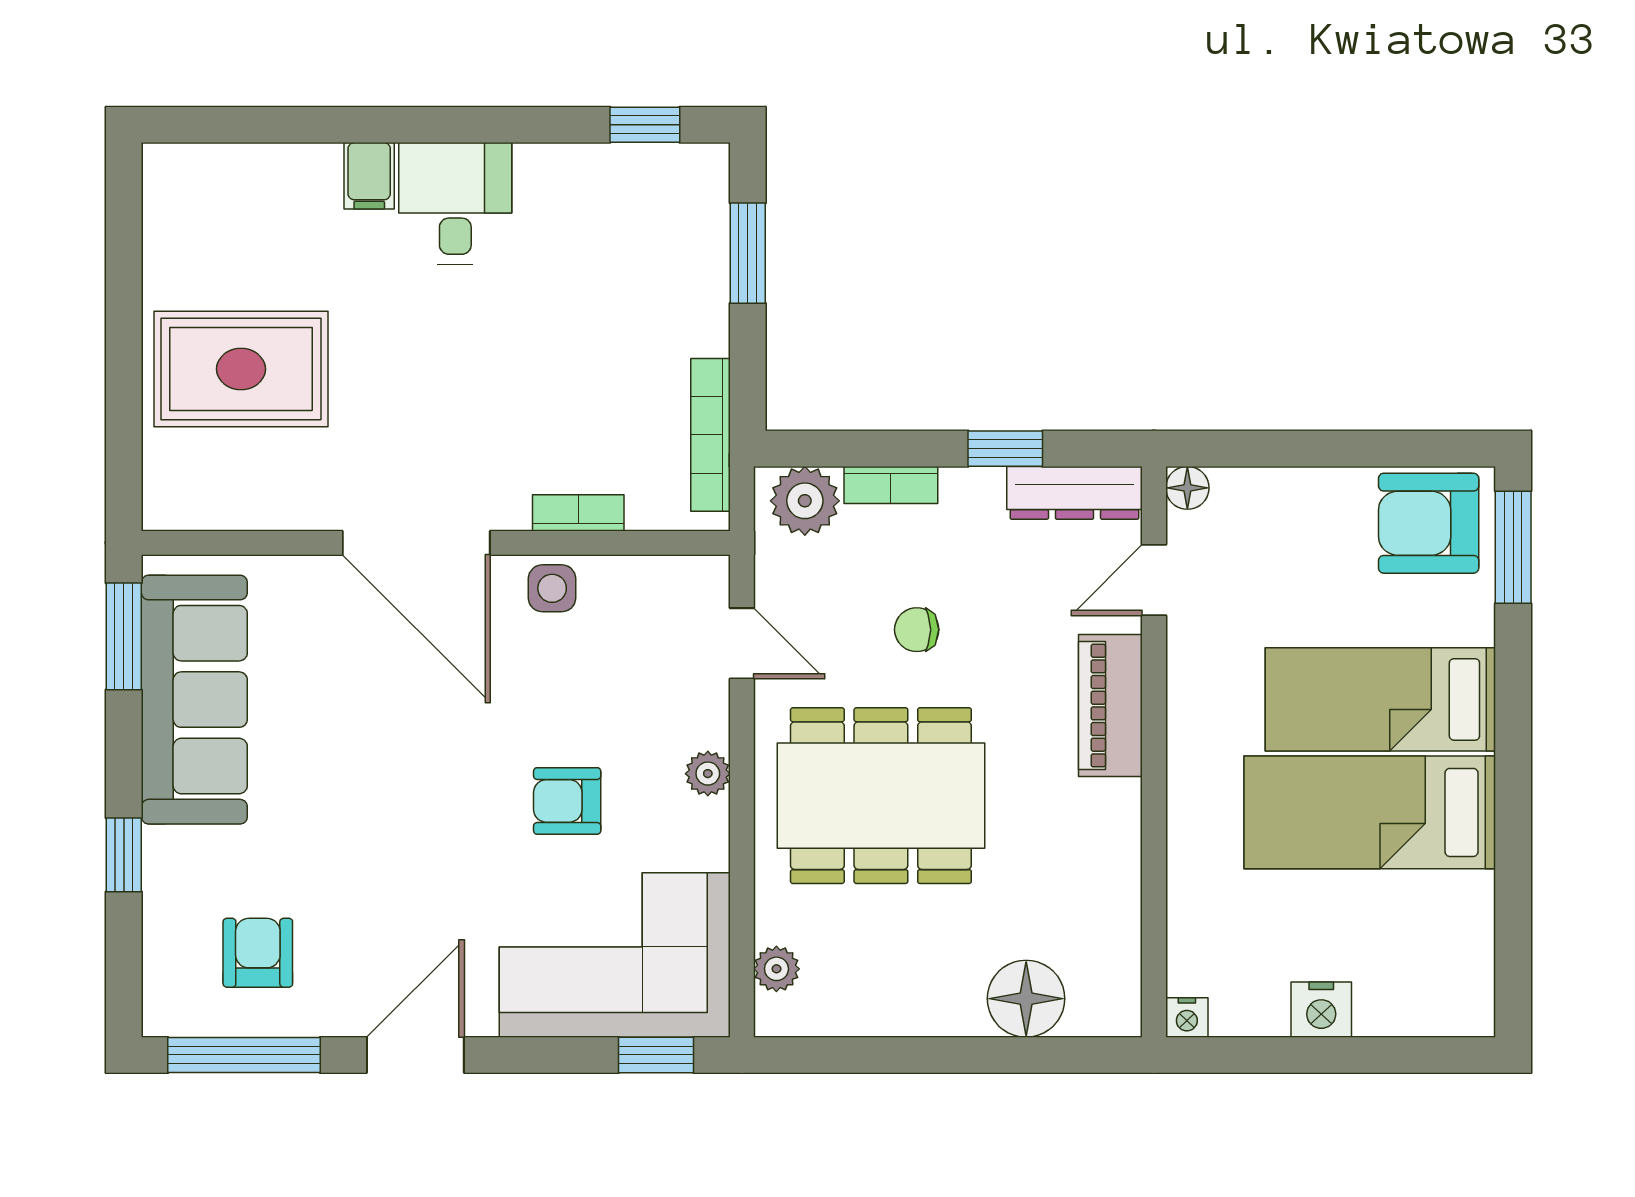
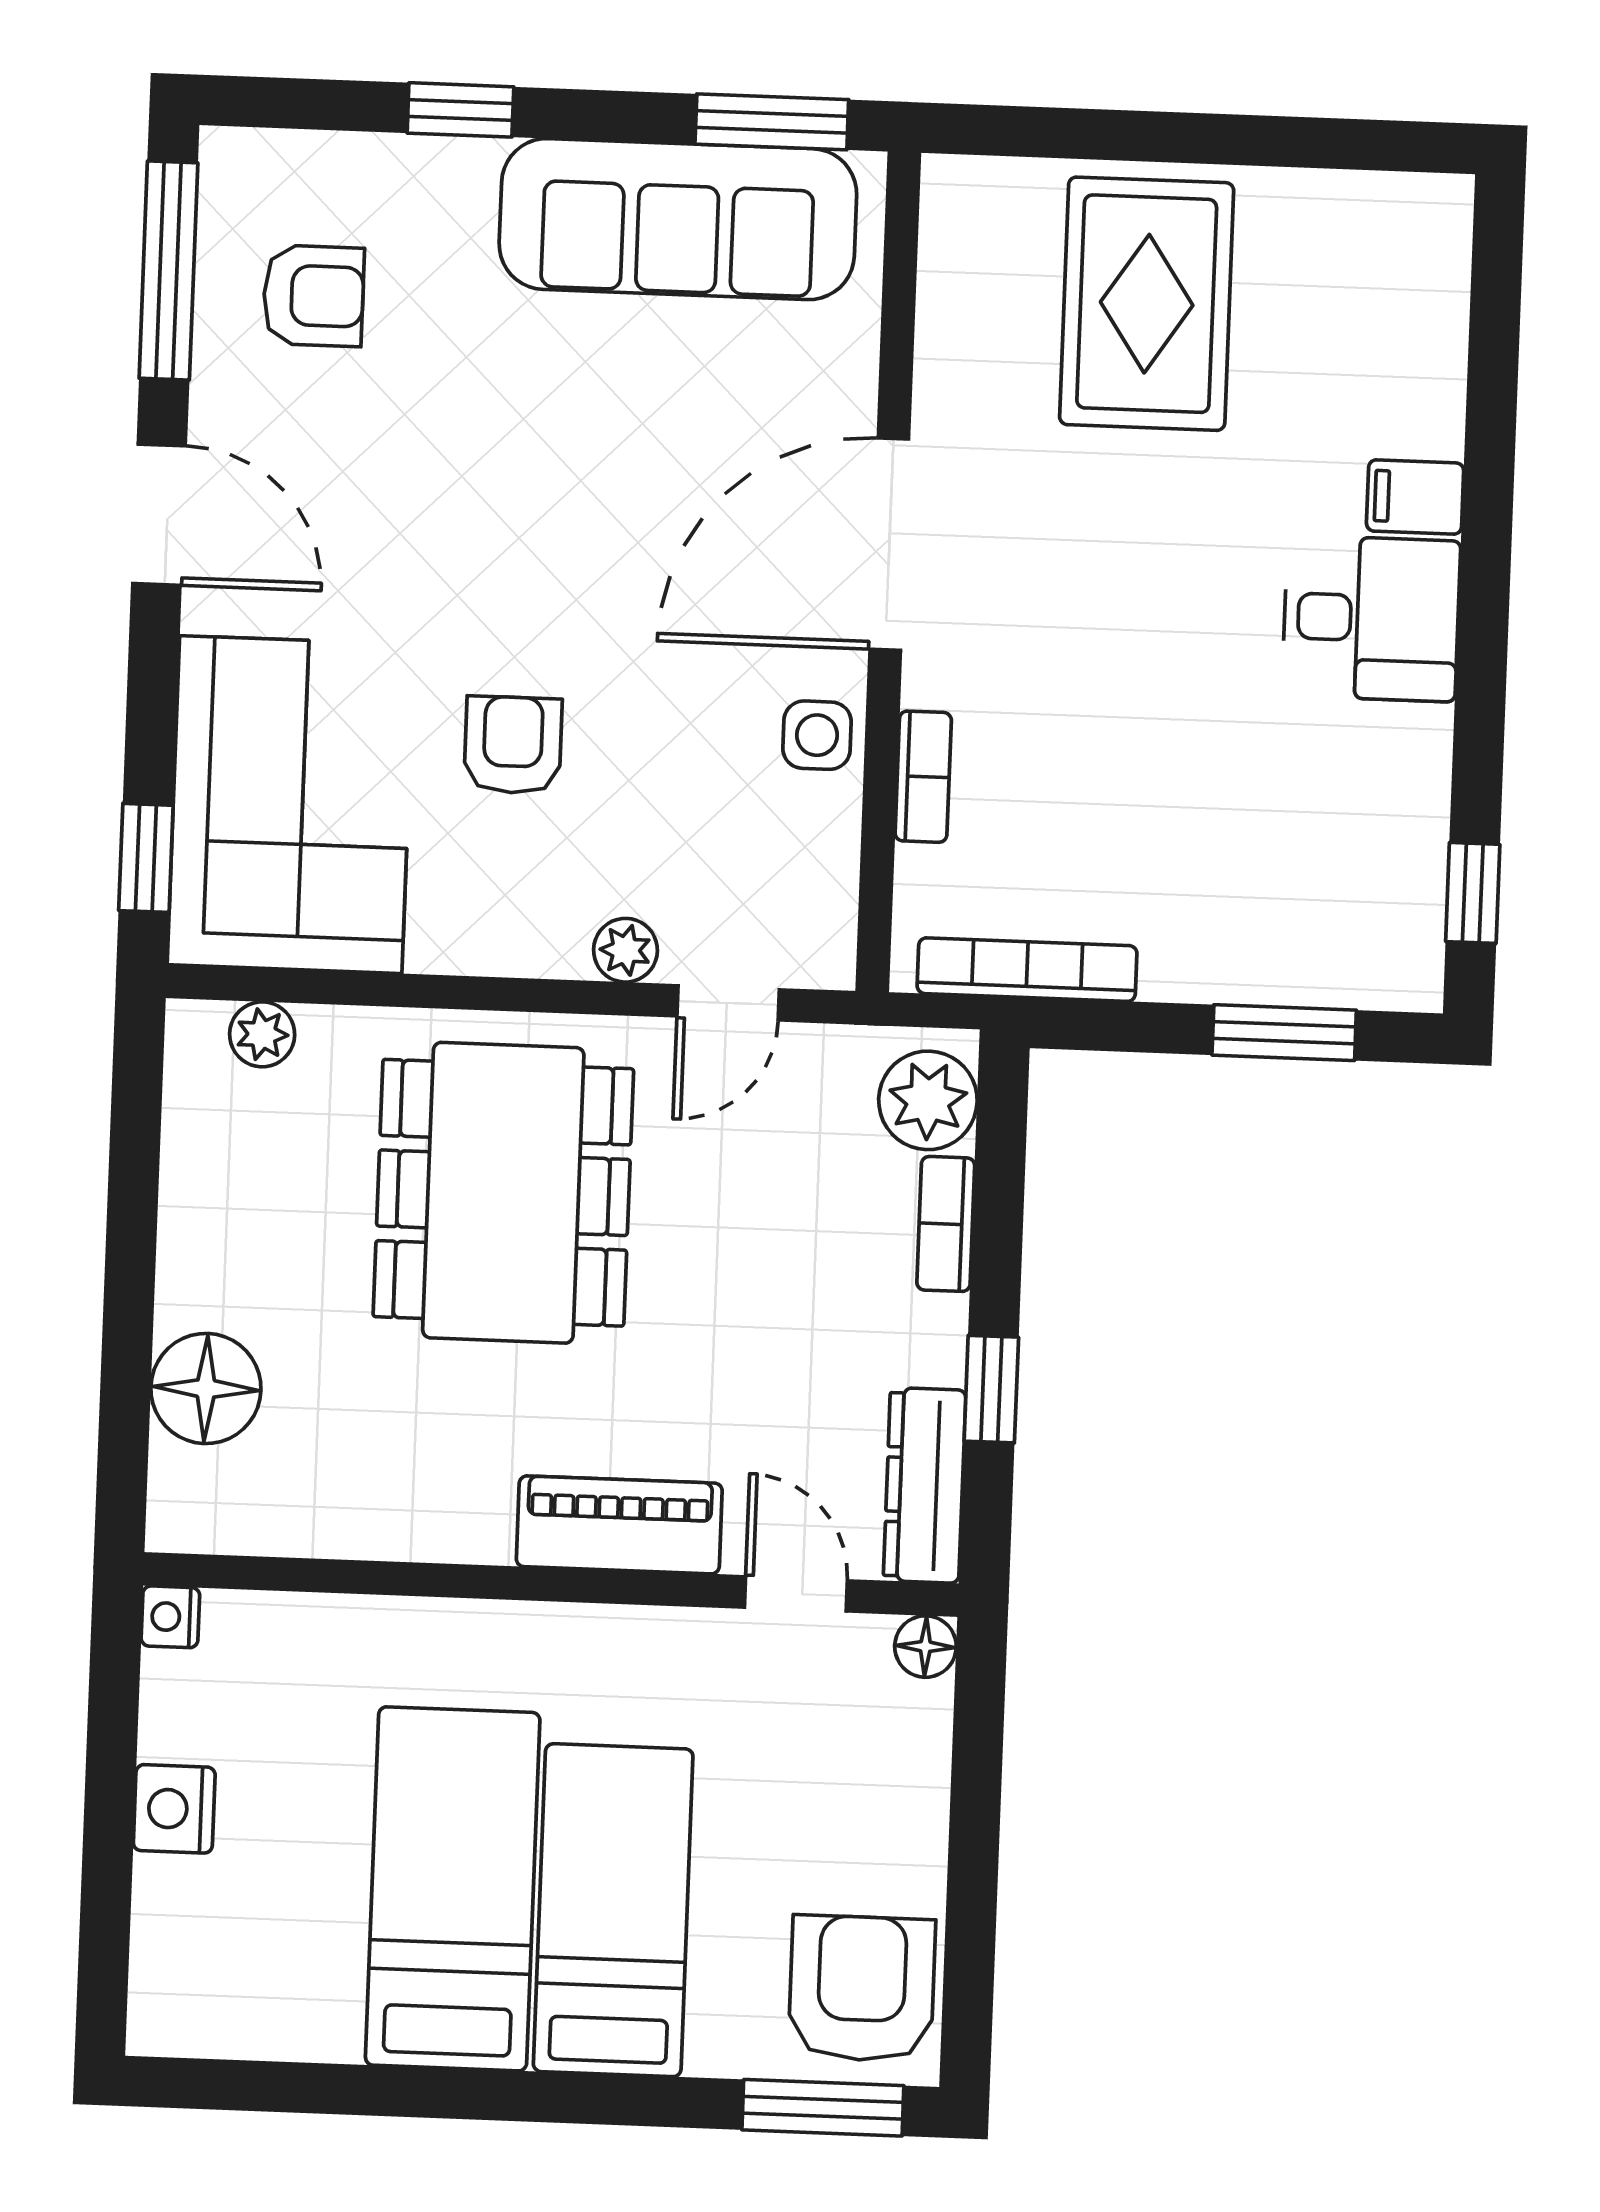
chair: (917, 630) -> (738, 1253), removed
plant: (708, 774) -> (625, 950), moved

